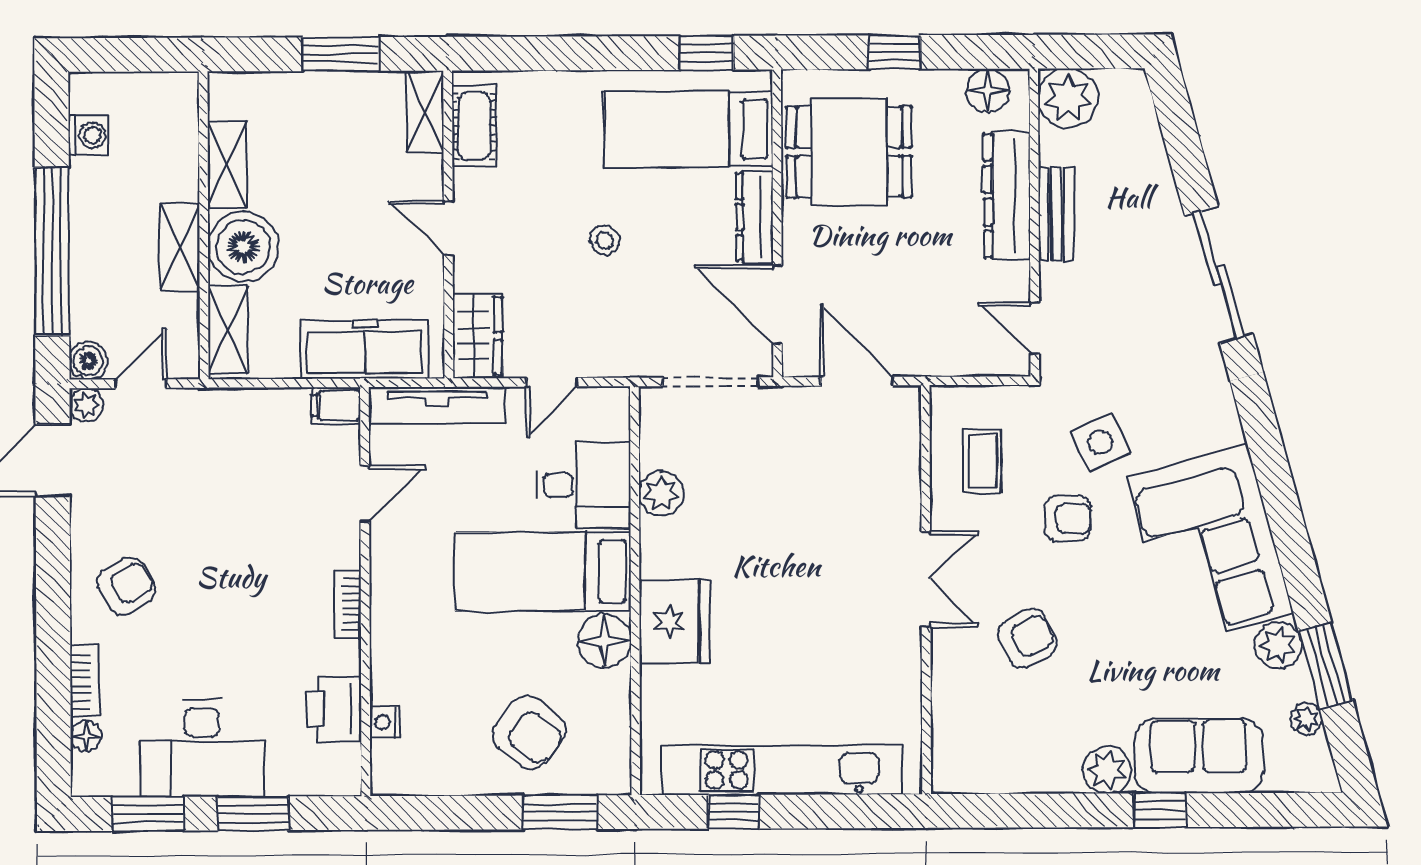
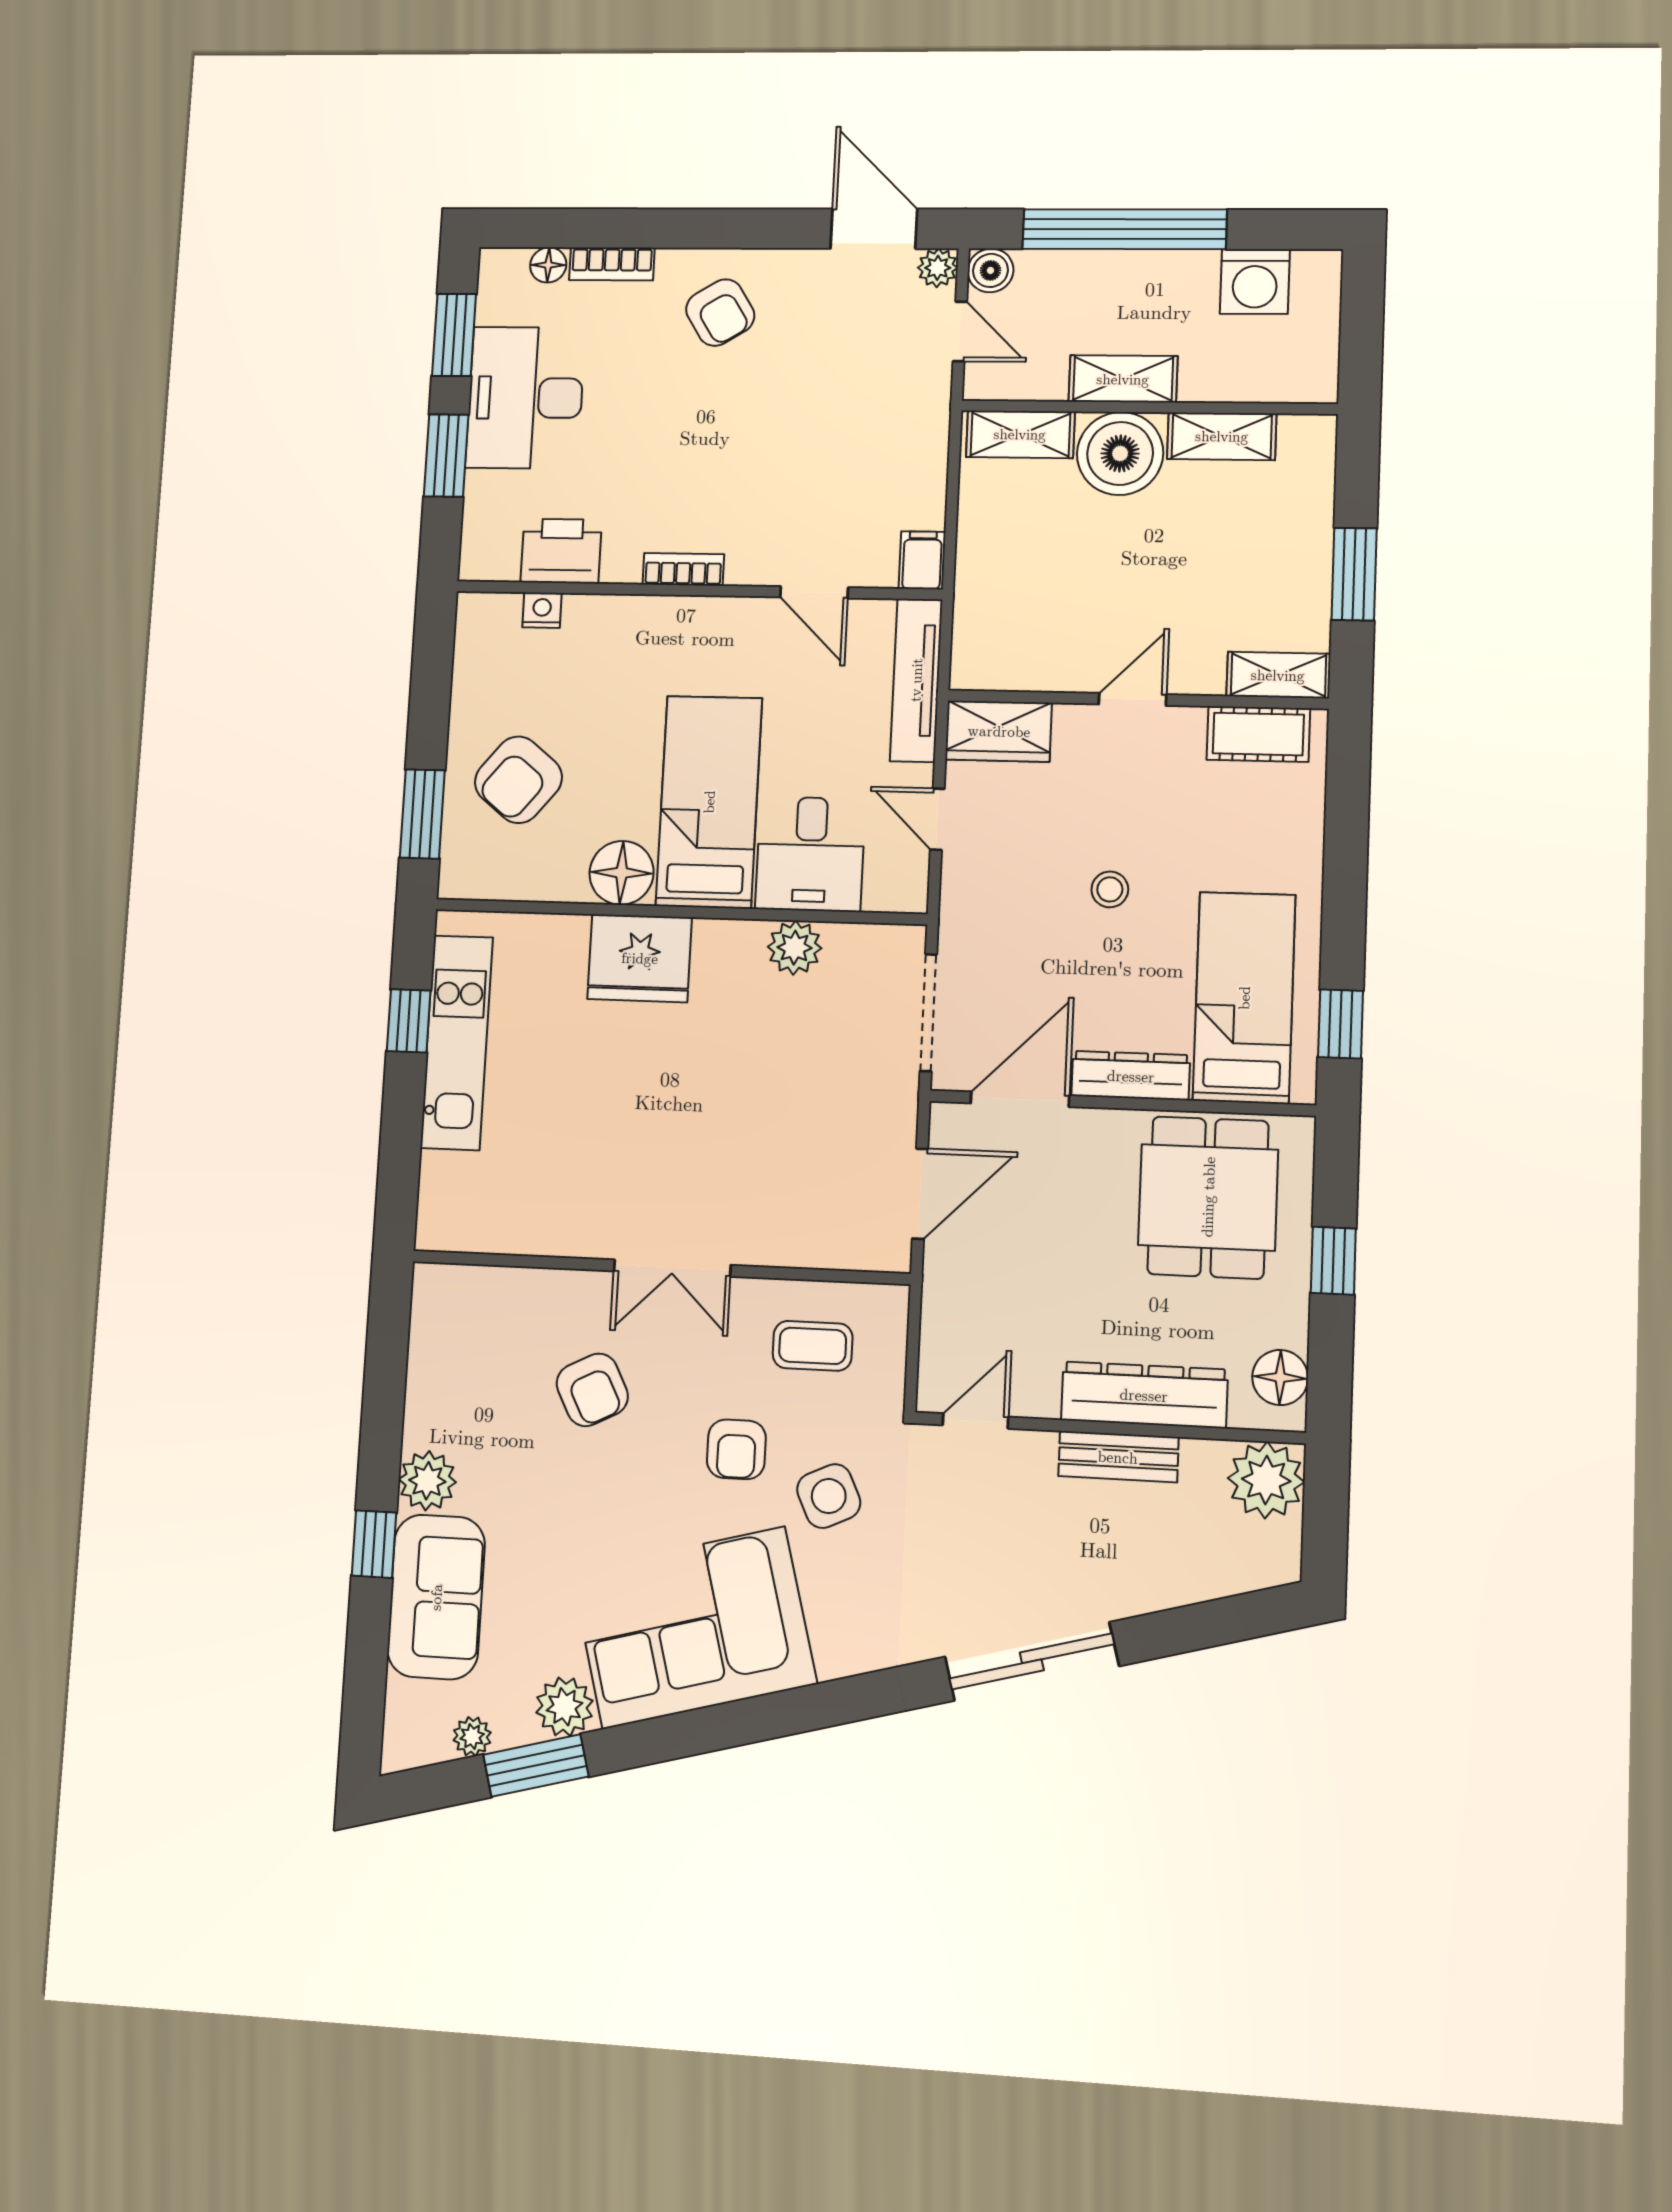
washing machine: (88, 135) -> (1255, 282), width x1.38, depth x1.38
freezer: (365, 349) -> (988, 596), removed
kitchen unit: (782, 770) -> (457, 1042), width x0.73

